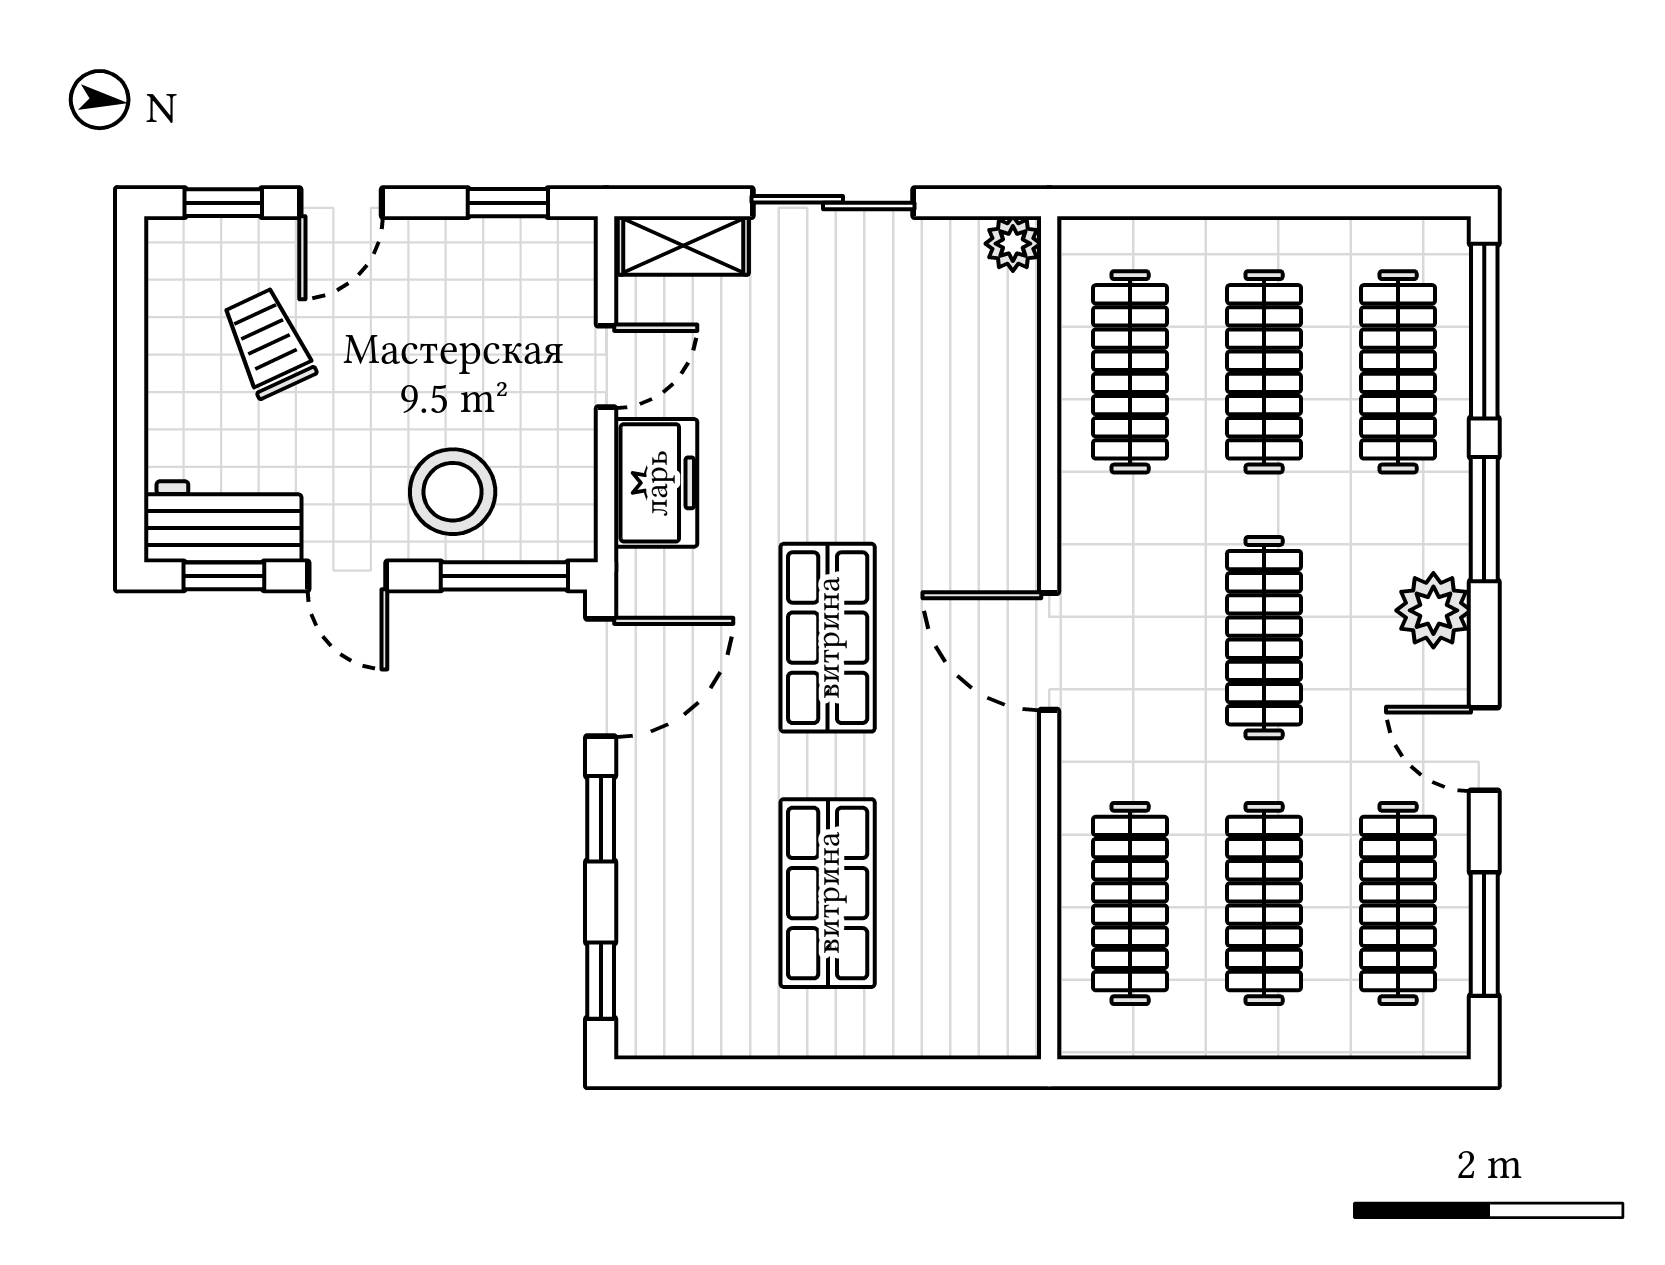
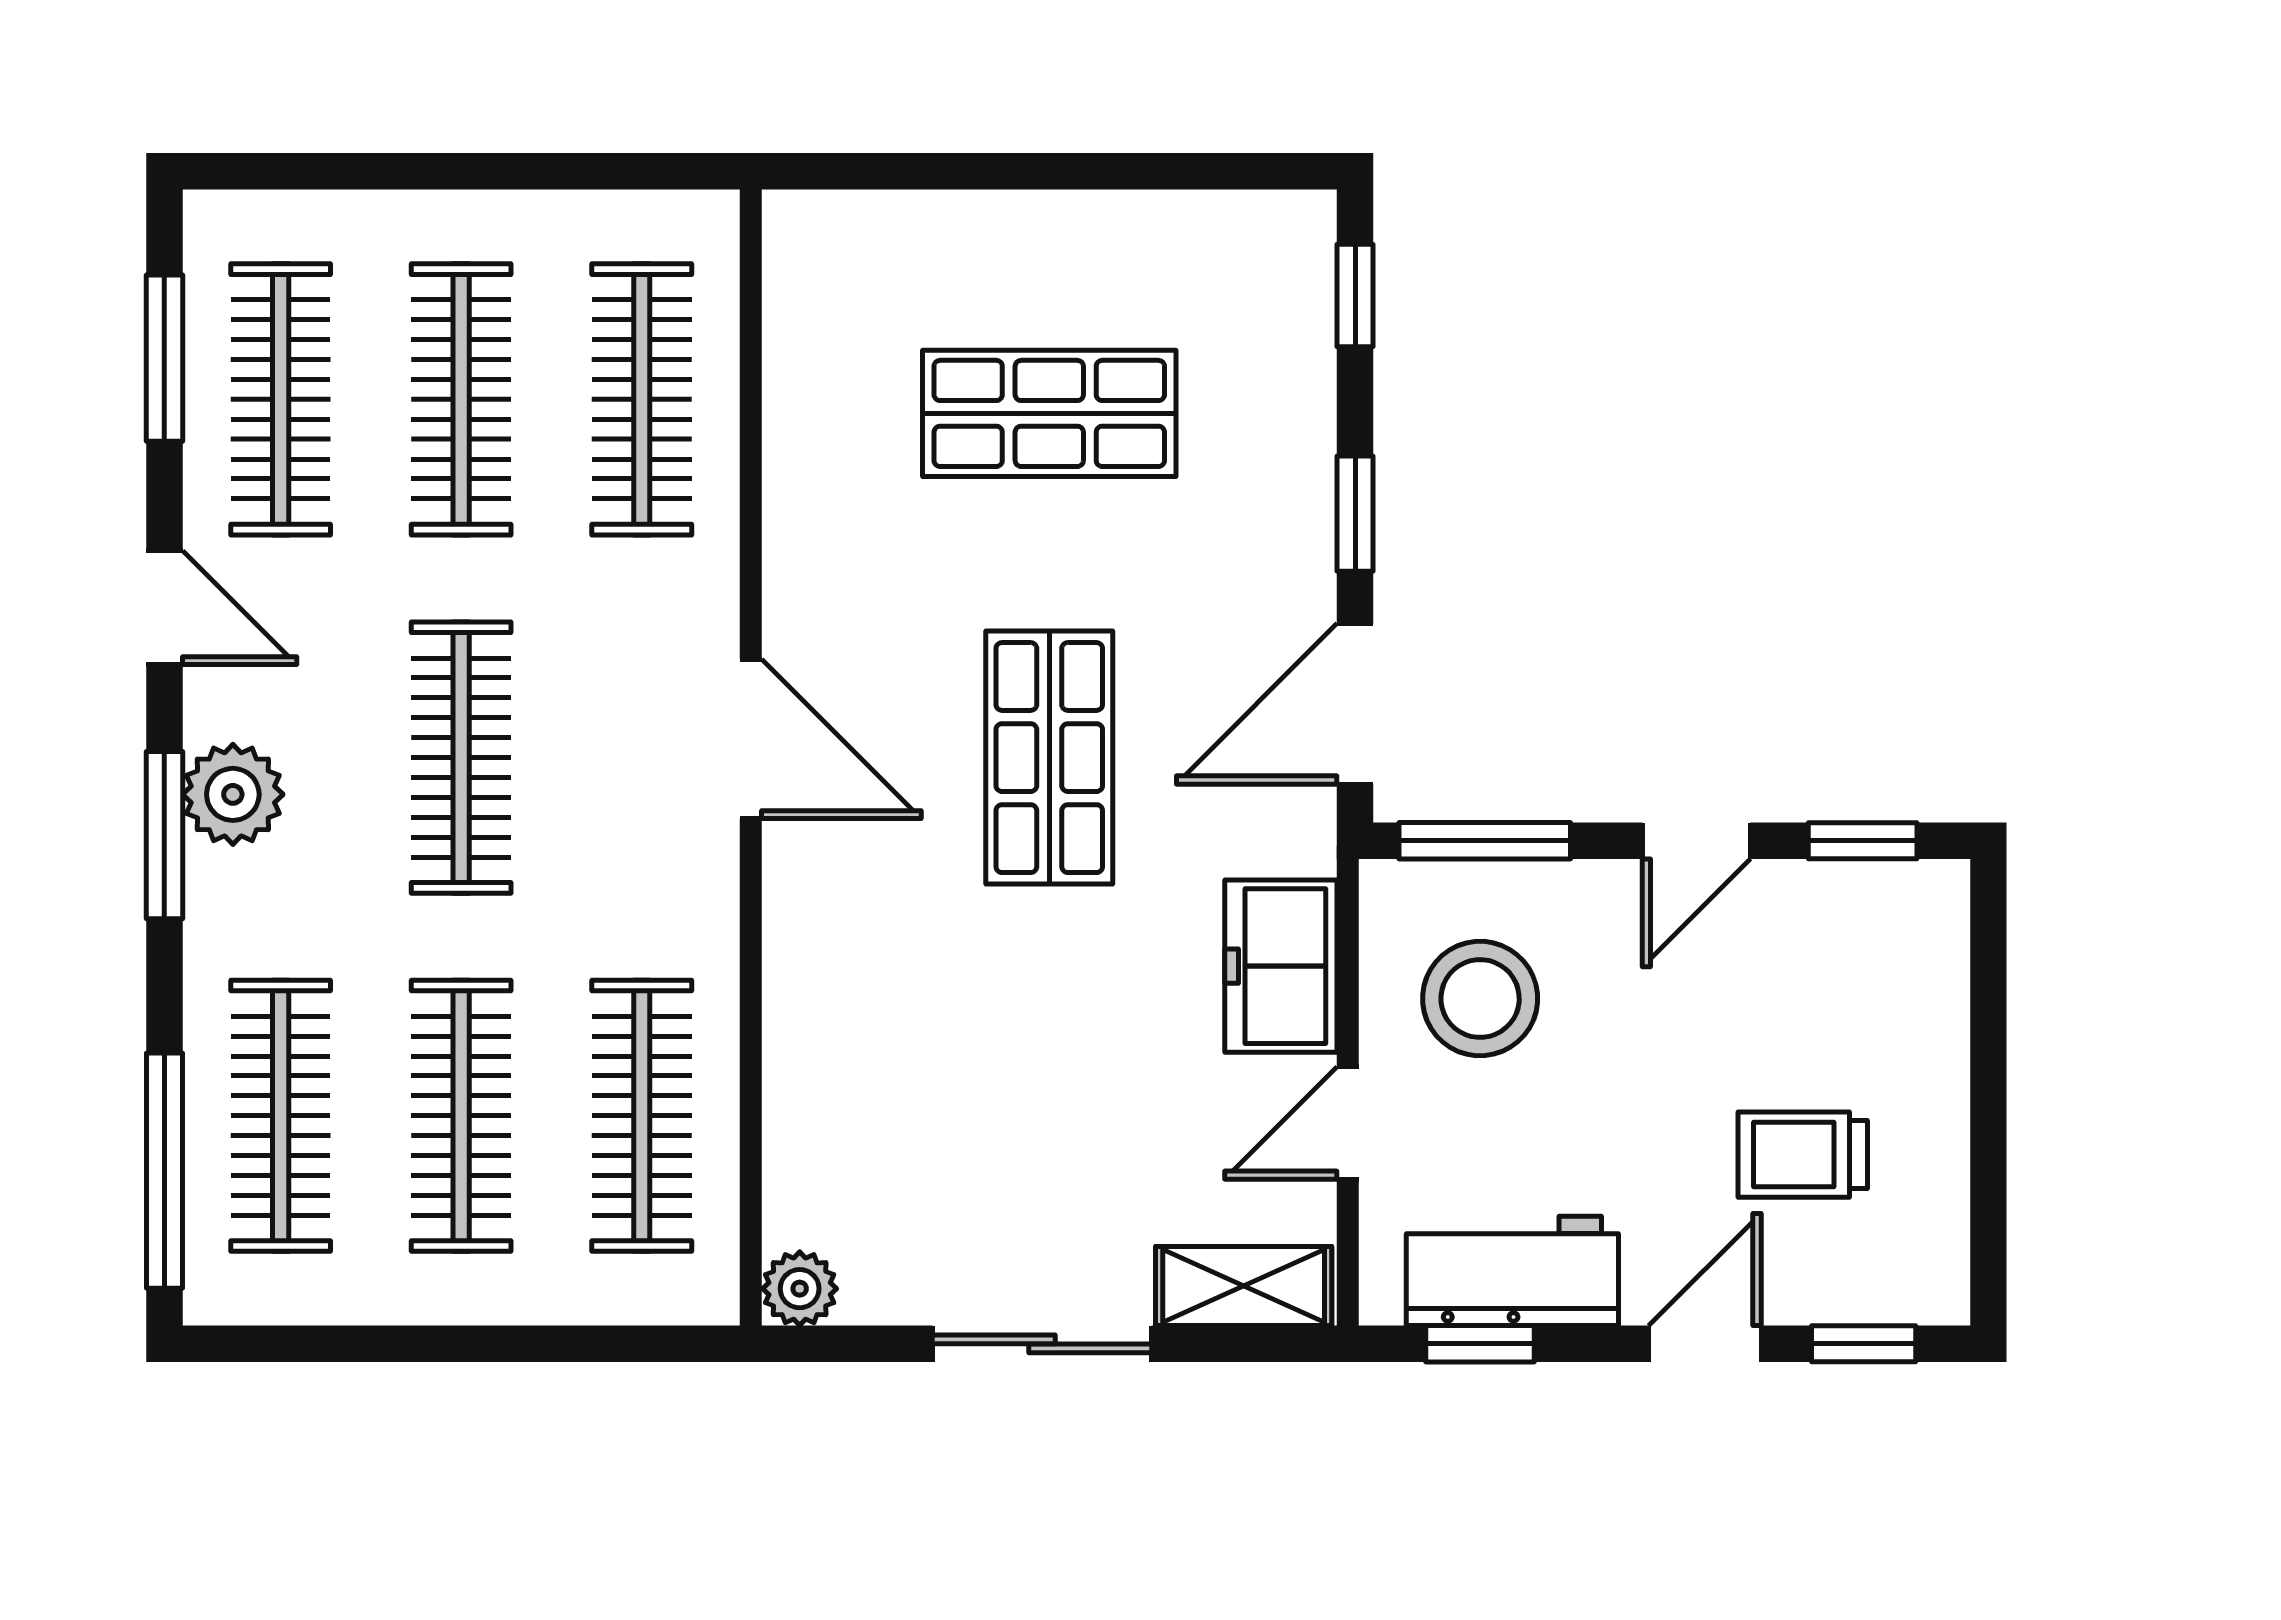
trolley: (268, 343) -> (1803, 1155), turned 115
stool: (453, 492) -> (1480, 999), moved
window: (1484, 519) -> (164, 835), moved
workbench: (223, 522) -> (1512, 1271), moved, turned 180
door: (347, 576) -> (1696, 841), swing flipped
shop shelf: (828, 893) -> (1049, 413), turned 90

